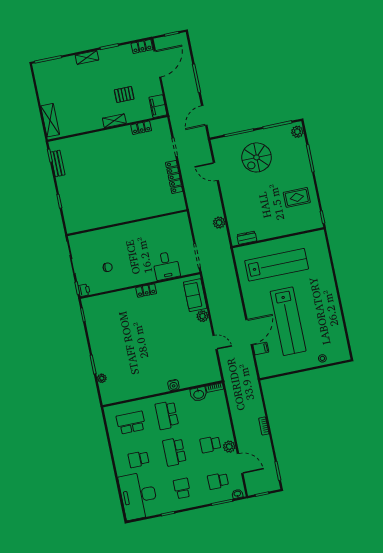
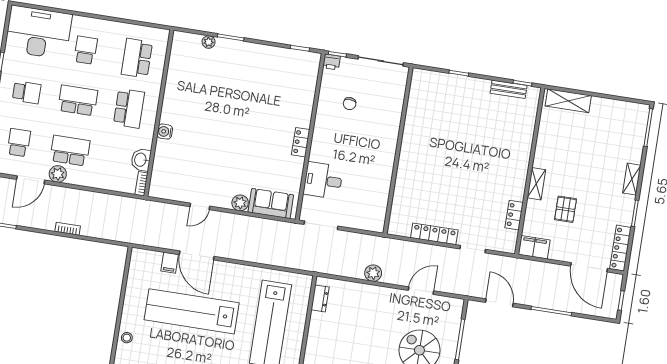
locker: (142, 46) -> (620, 248), width x1.53
plant: (219, 223) -> (373, 273), moved
school desk: (167, 415) -> (129, 108), turned 90
school desk: (131, 423) -> (137, 58), turned 180
school desk: (210, 444) -> (70, 151), width x1.85

